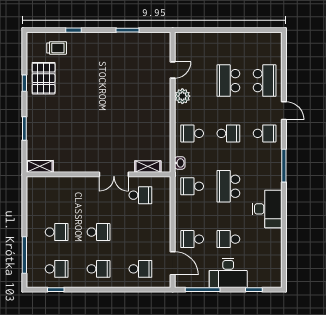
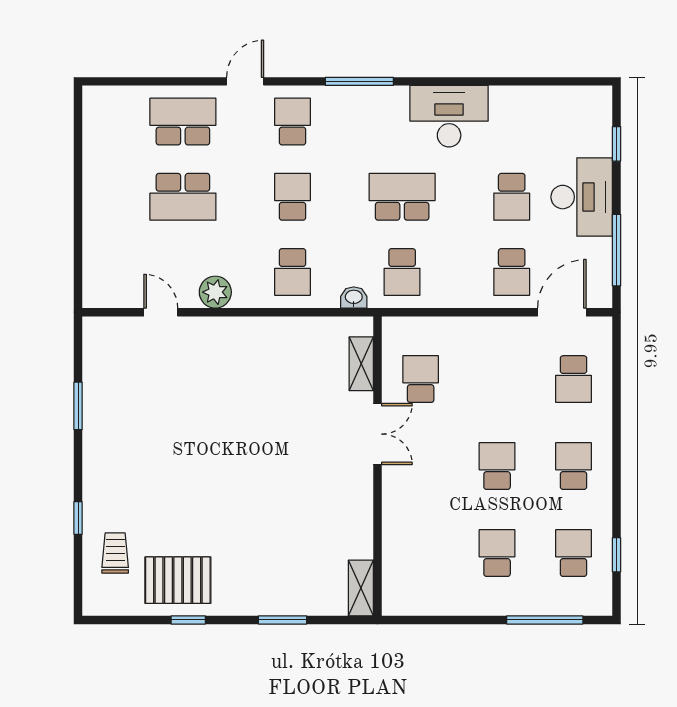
school desk: (228, 186) -> (402, 197), turned 180
school desk: (140, 269) -> (573, 379), turned 180

